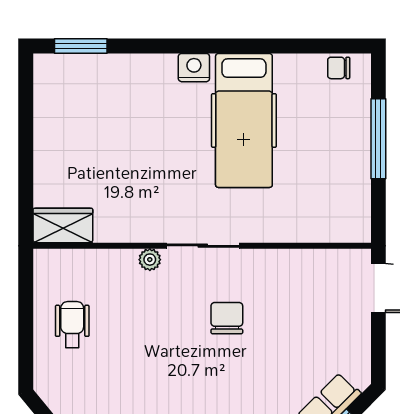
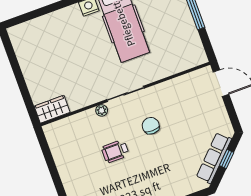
window: (81, 46) -> (28, 16), removed
wheelchair: (72, 325) -> (115, 151), moved, turned -90

